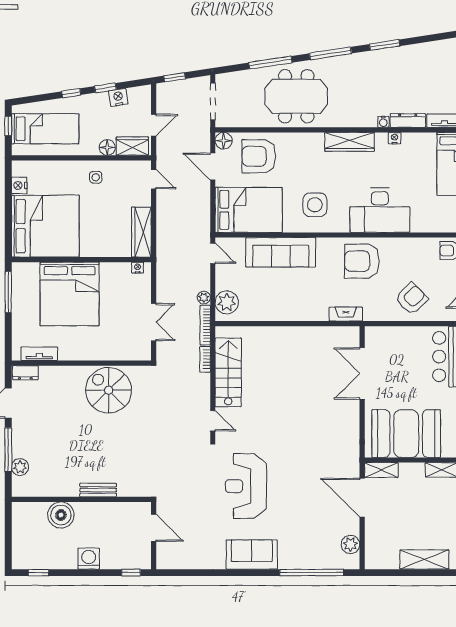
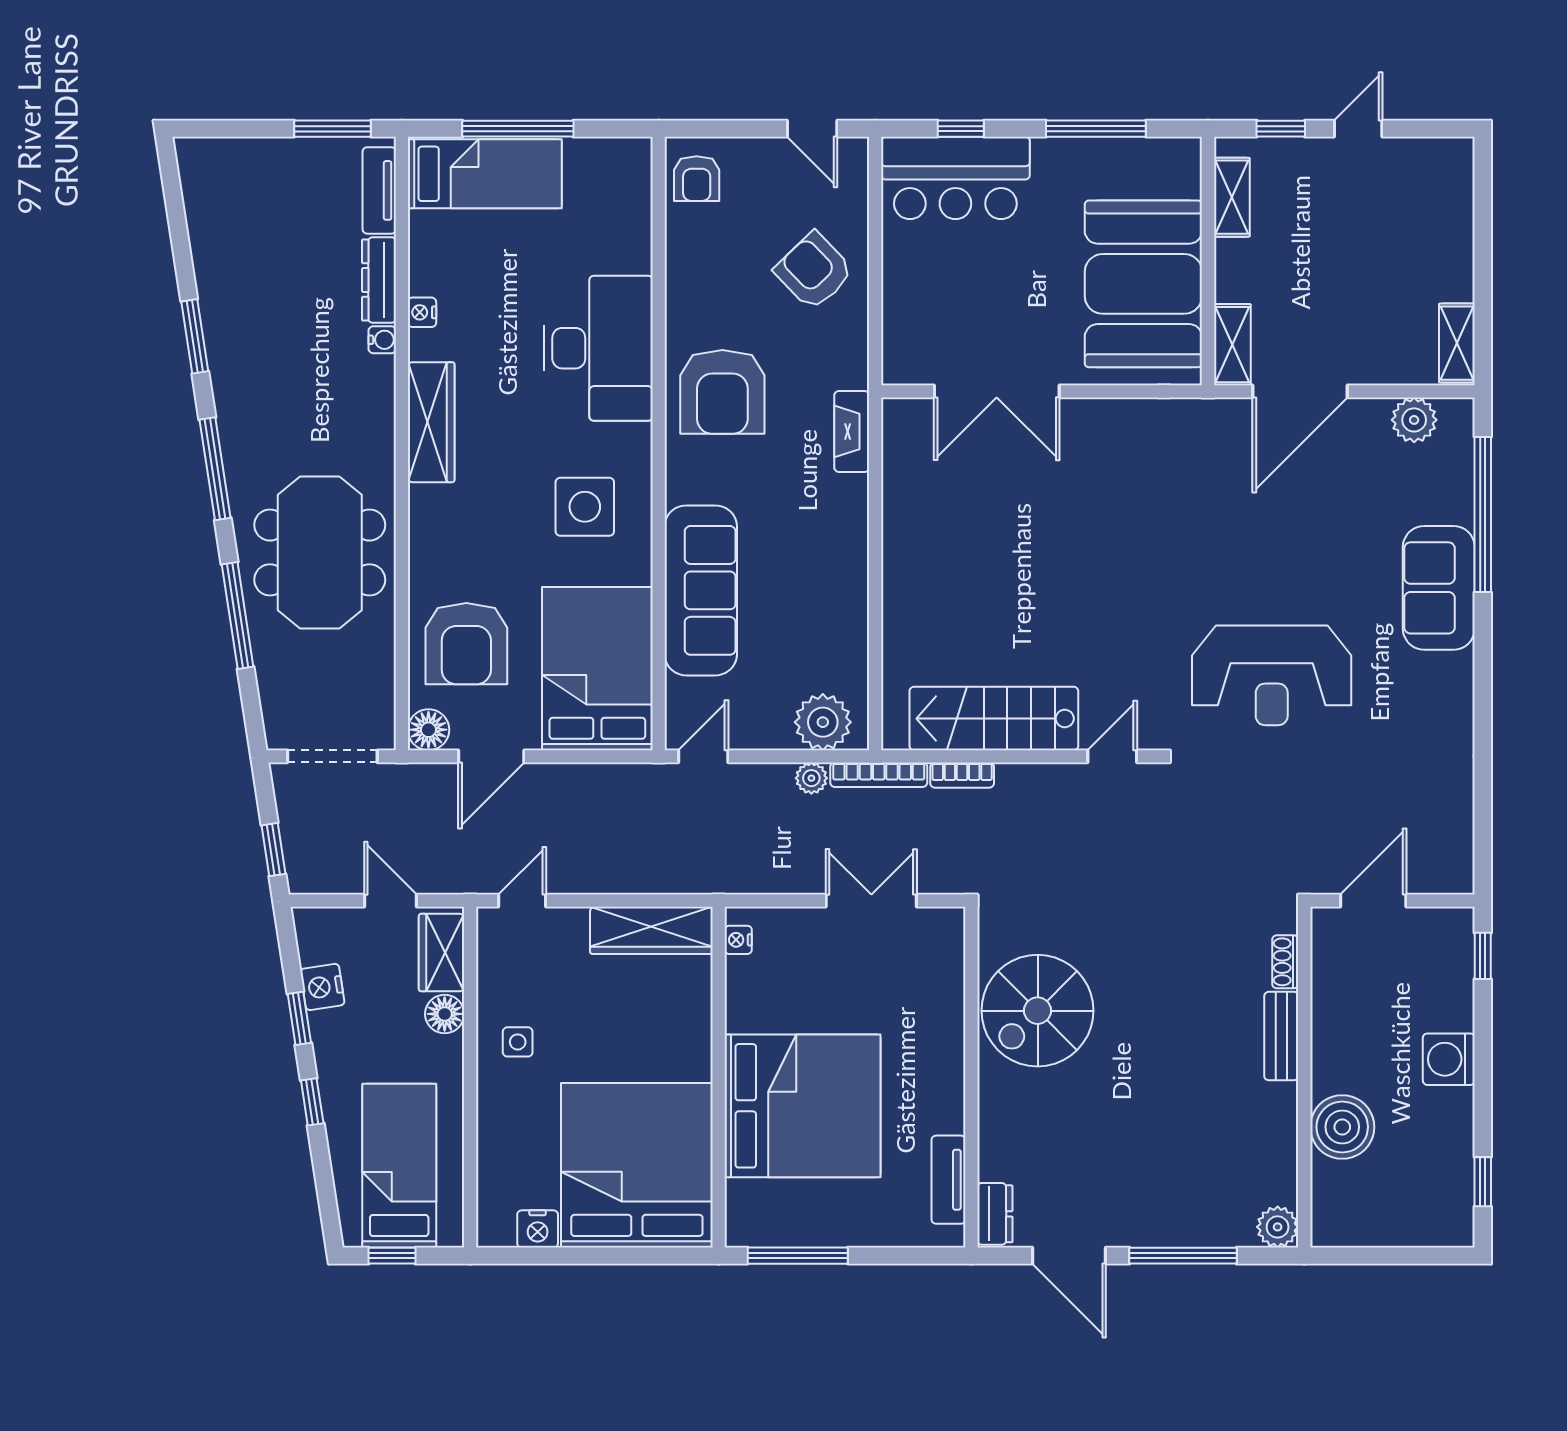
plant: (20, 467) -> (1278, 1227), moved
shoe rack: (129, 492) -> (1285, 962), added
sofa: (252, 555) -> (1439, 588), moved
shelving: (424, 560) -> (1457, 343), moved, width x0.67, depth x0.75

